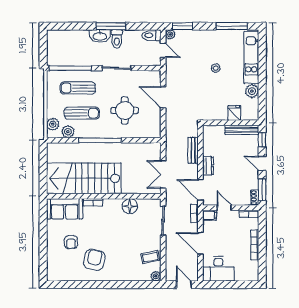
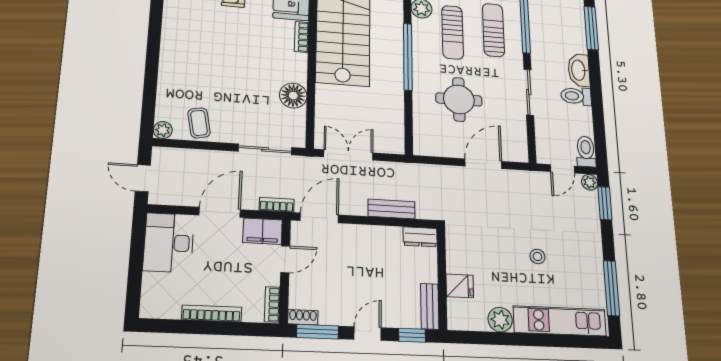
window: (111, 26) -> (591, 28), moved
bench: (242, 130) -> (430, 306), width x0.73
dresser: (208, 166) -> (420, 237), moved
filing cabinet: (210, 215) -> (263, 231), width x2.00
armchair: (94, 260) -> (200, 30), removed
door: (184, 285) -> (143, 178), swing flipped

